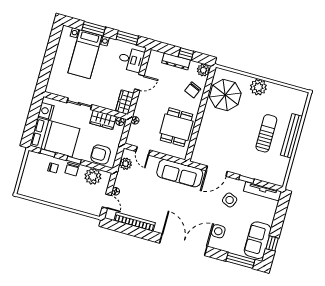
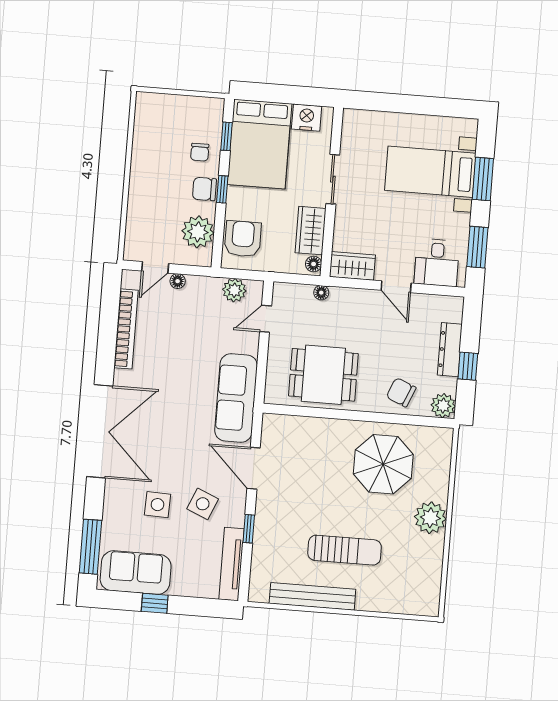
parasol: (225, 95) -> (383, 464), moved
bench: (291, 136) -> (312, 596), moved
side table: (218, 231) -> (157, 505), moved
window: (272, 243) -> (155, 603), moved

